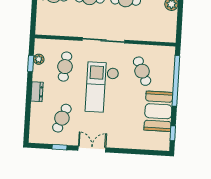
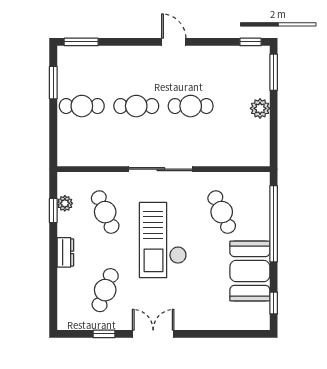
cafe table: (65, 67) -> (105, 212), turned -30

